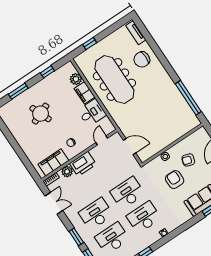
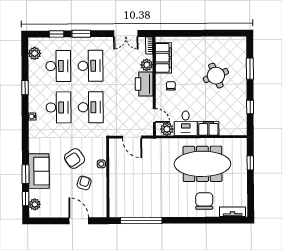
plant: (76, 79) -> (167, 129), moved
door: (129, 147) -> (132, 137), hinge flipped
armchair: (175, 180) -> (74, 159), turned 146

